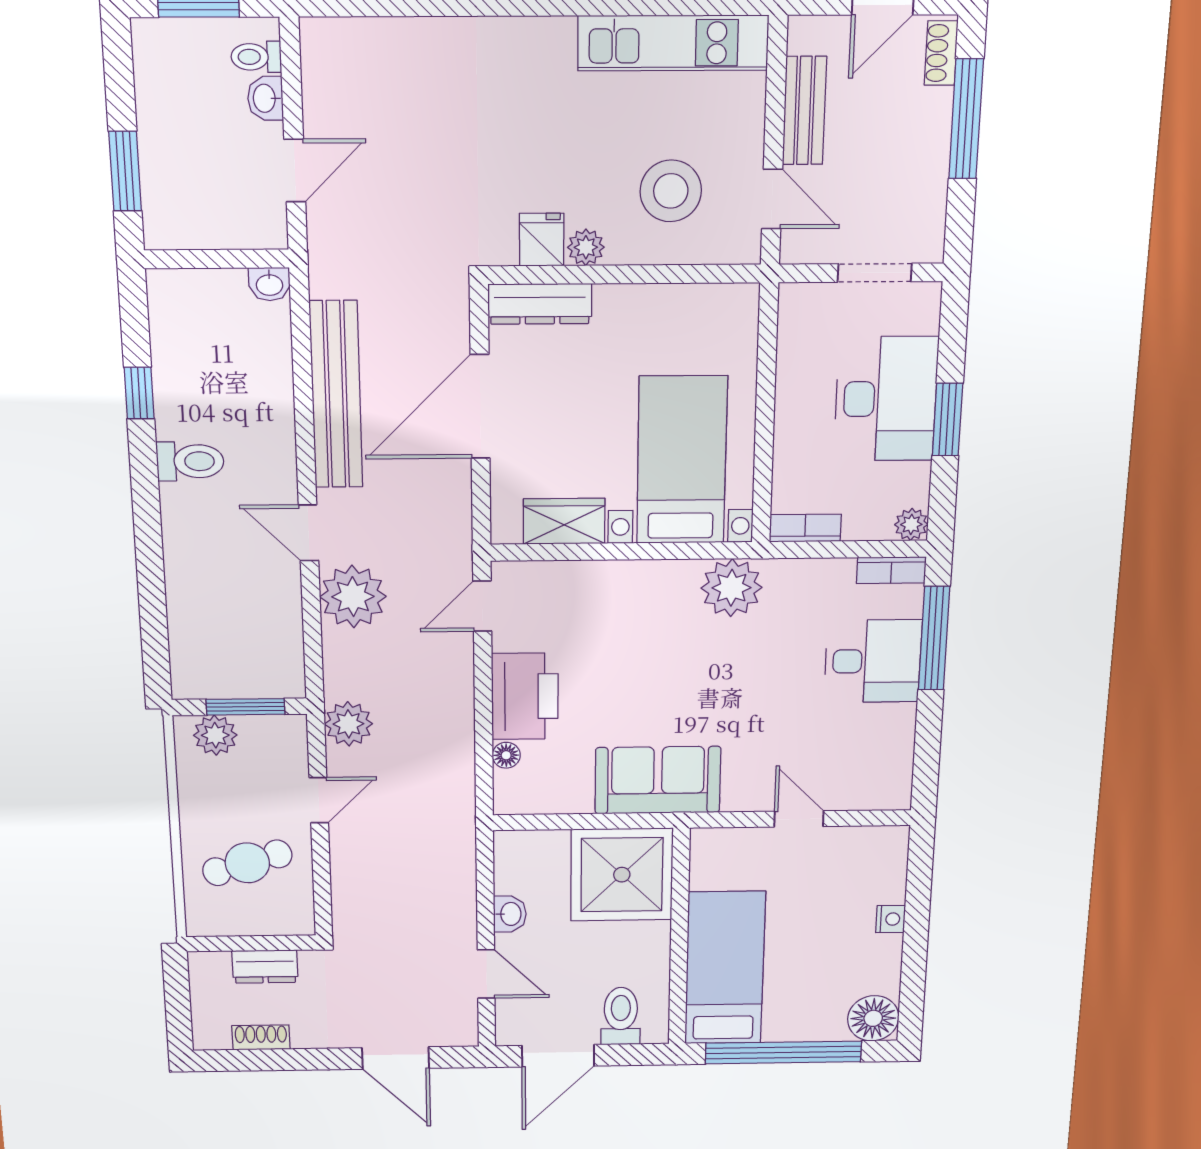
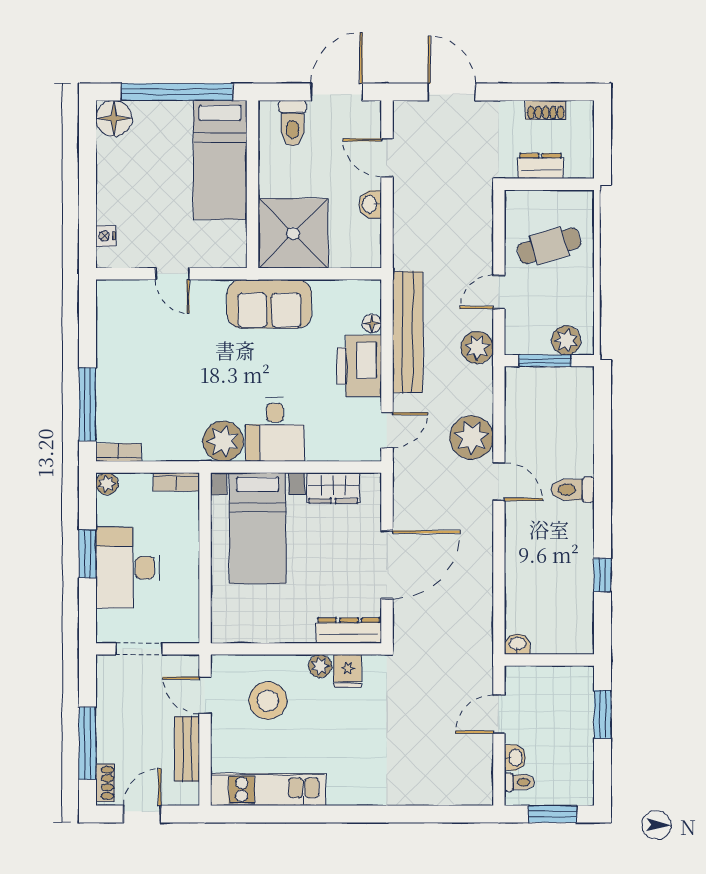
bench: (336, 395) -> (408, 332), moved
toilet: (190, 461) -> (573, 490), moved
desk: (873, 661) -> (275, 430), moved, turned -90
nightstand: (891, 919) -> (106, 236), moved

